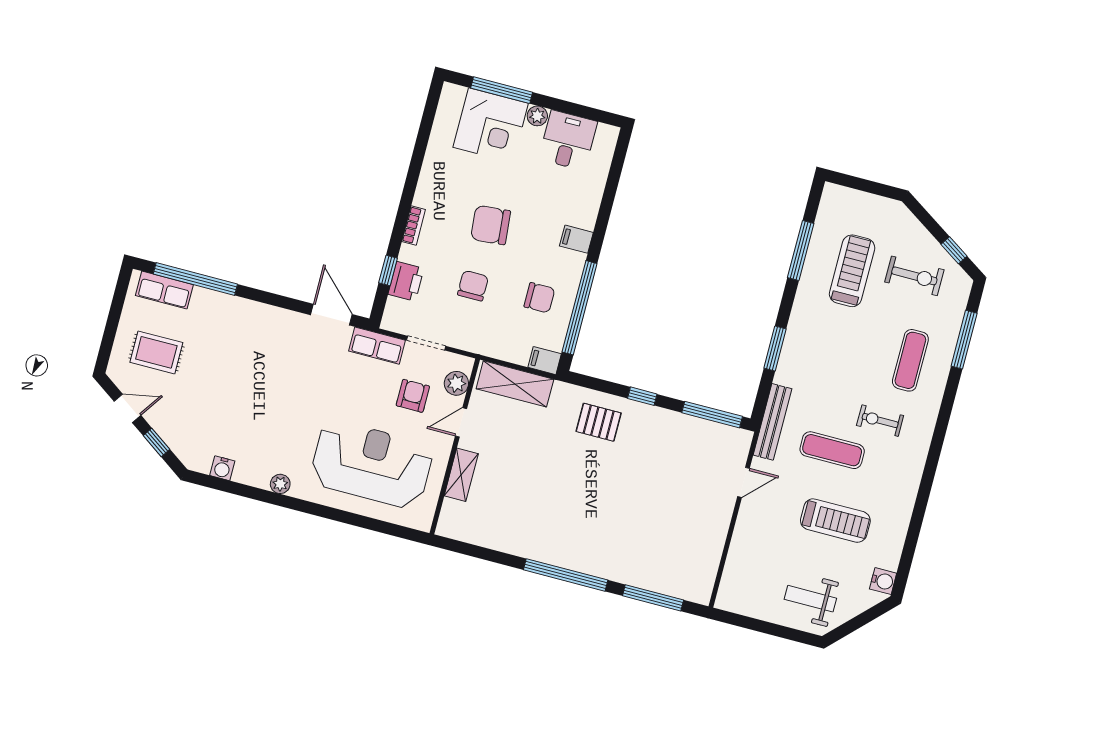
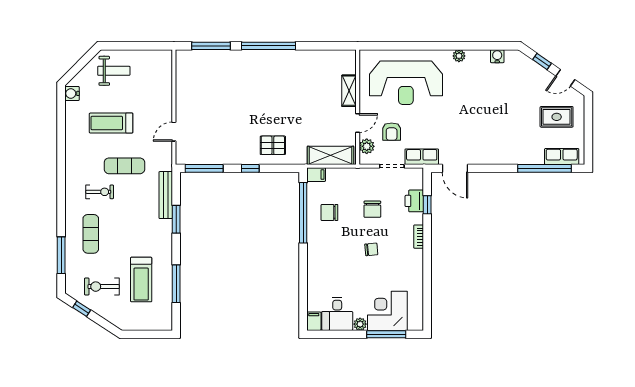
chair: (491, 225) -> (371, 249), width x0.54, depth x0.54
filing cabinet: (576, 239) -> (314, 321), moved, turned -90
bench: (773, 422) -> (166, 195), moved

